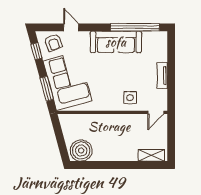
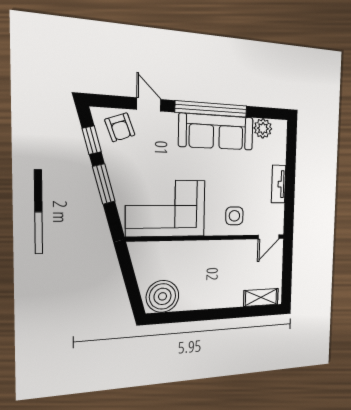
window: (135, 27) -> (211, 109), moved
plant: (149, 38) -> (263, 128), added
corner sofa: (68, 81) -> (166, 208), moved, turned -75
window: (47, 89) -> (104, 184), moved

